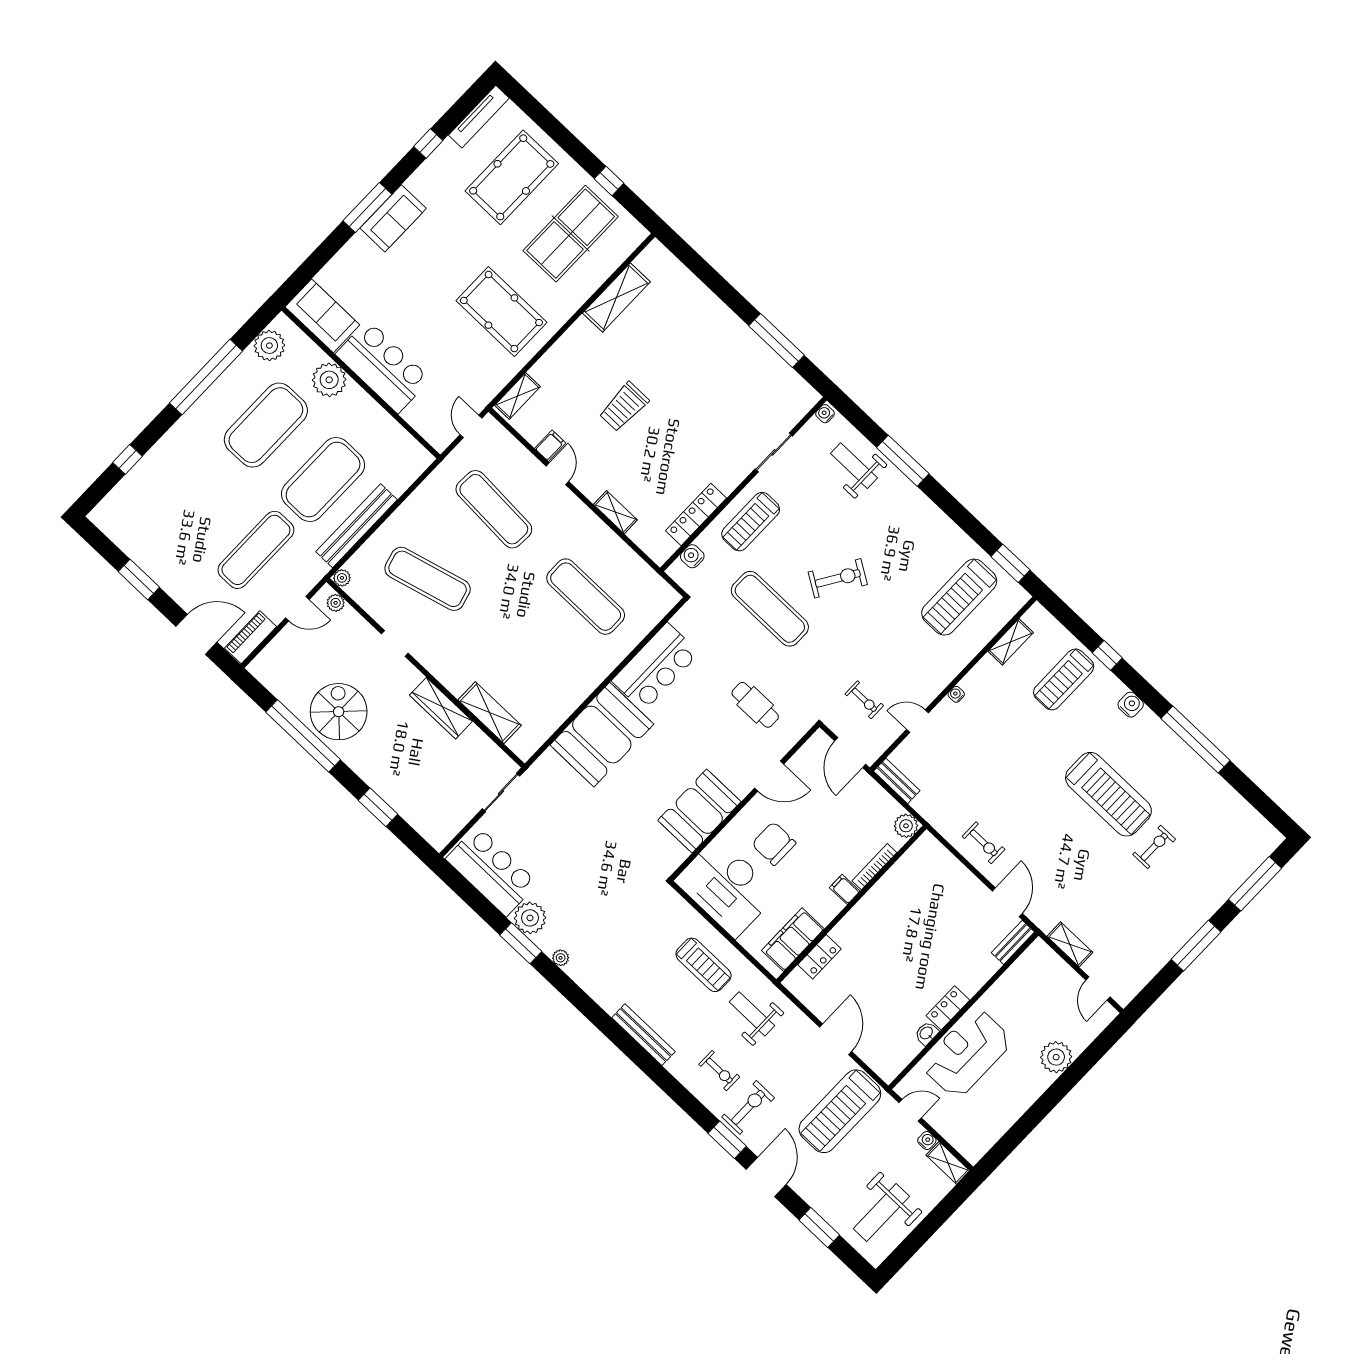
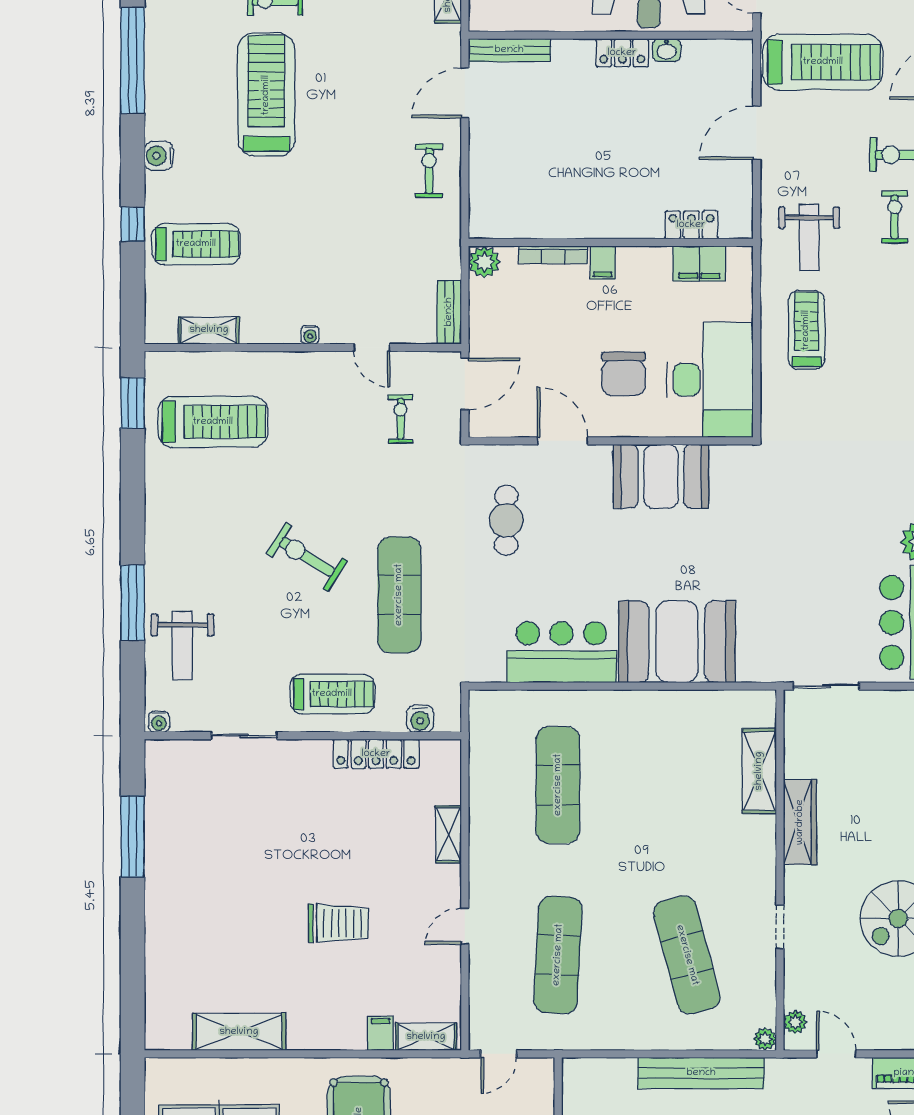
filing cabinet: (550, 446) -> (381, 1033), moved, turned 90
filing cabinet: (793, 940) -> (699, 264), width x0.67, depth x0.86
bench: (1013, 942) -> (509, 50), width x1.36

